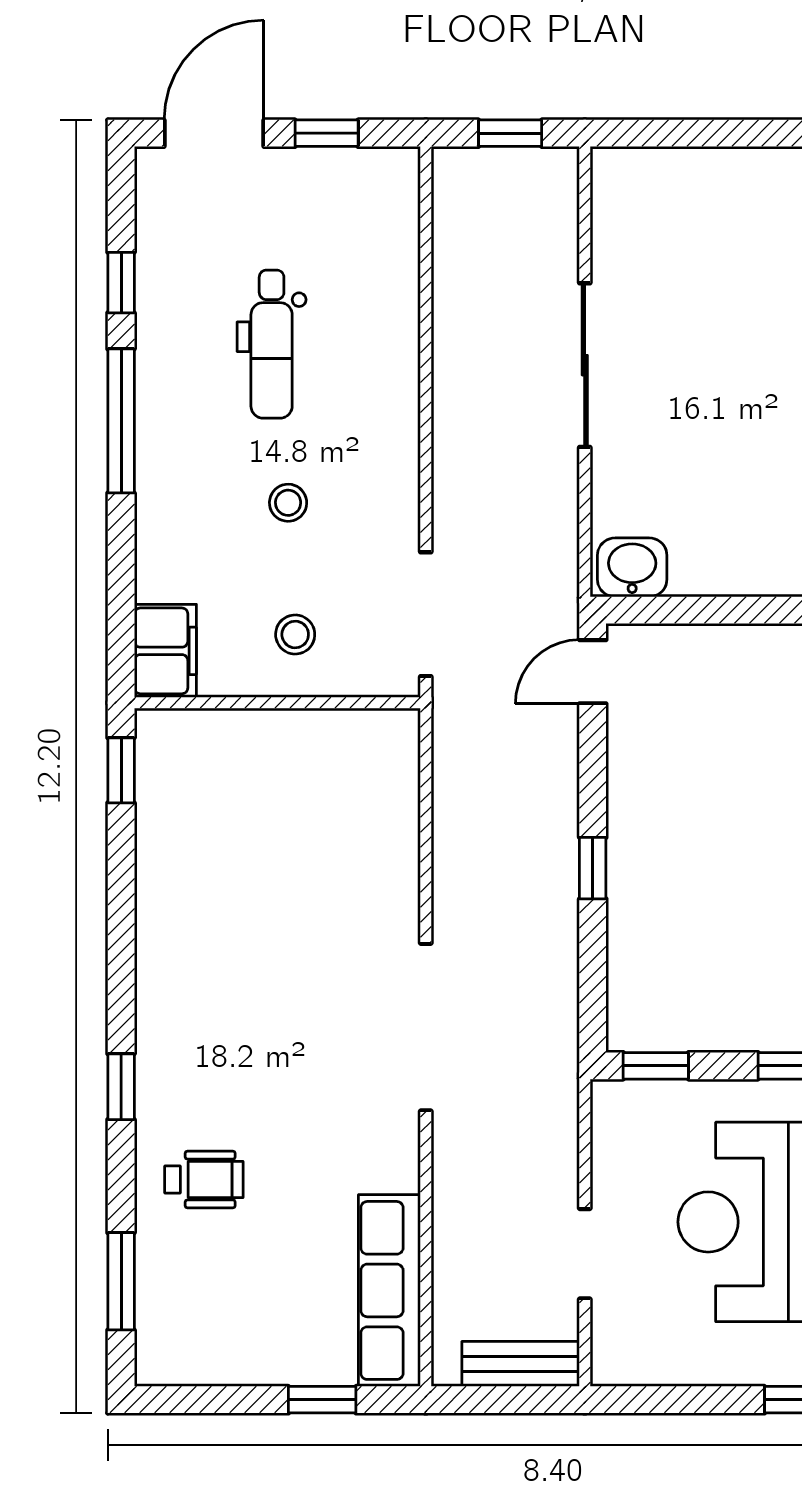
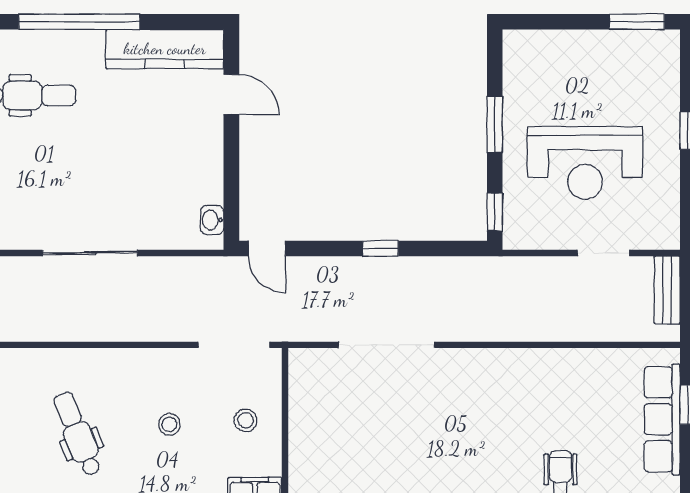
dental chair: (272, 344) -> (78, 434), turned -112
washbasin: (632, 567) -> (212, 220), width x0.72, depth x0.69
doorway: (426, 1027) -> (387, 345), moved
row of seats: (389, 1290) -> (662, 419), moved, turned 90

